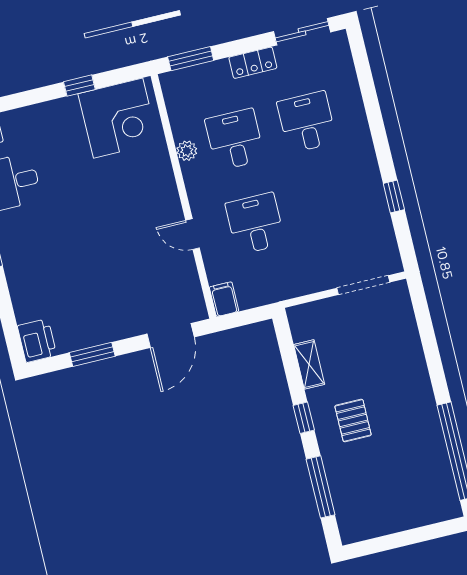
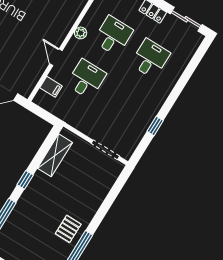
plant: (187, 151) -> (81, 33), moved
filing cabinet: (224, 299) -> (51, 87), moved, turned 90
shelving: (309, 364) -> (55, 155), width x1.50, depth x1.33
pallet: (353, 420) -> (68, 229), moved

